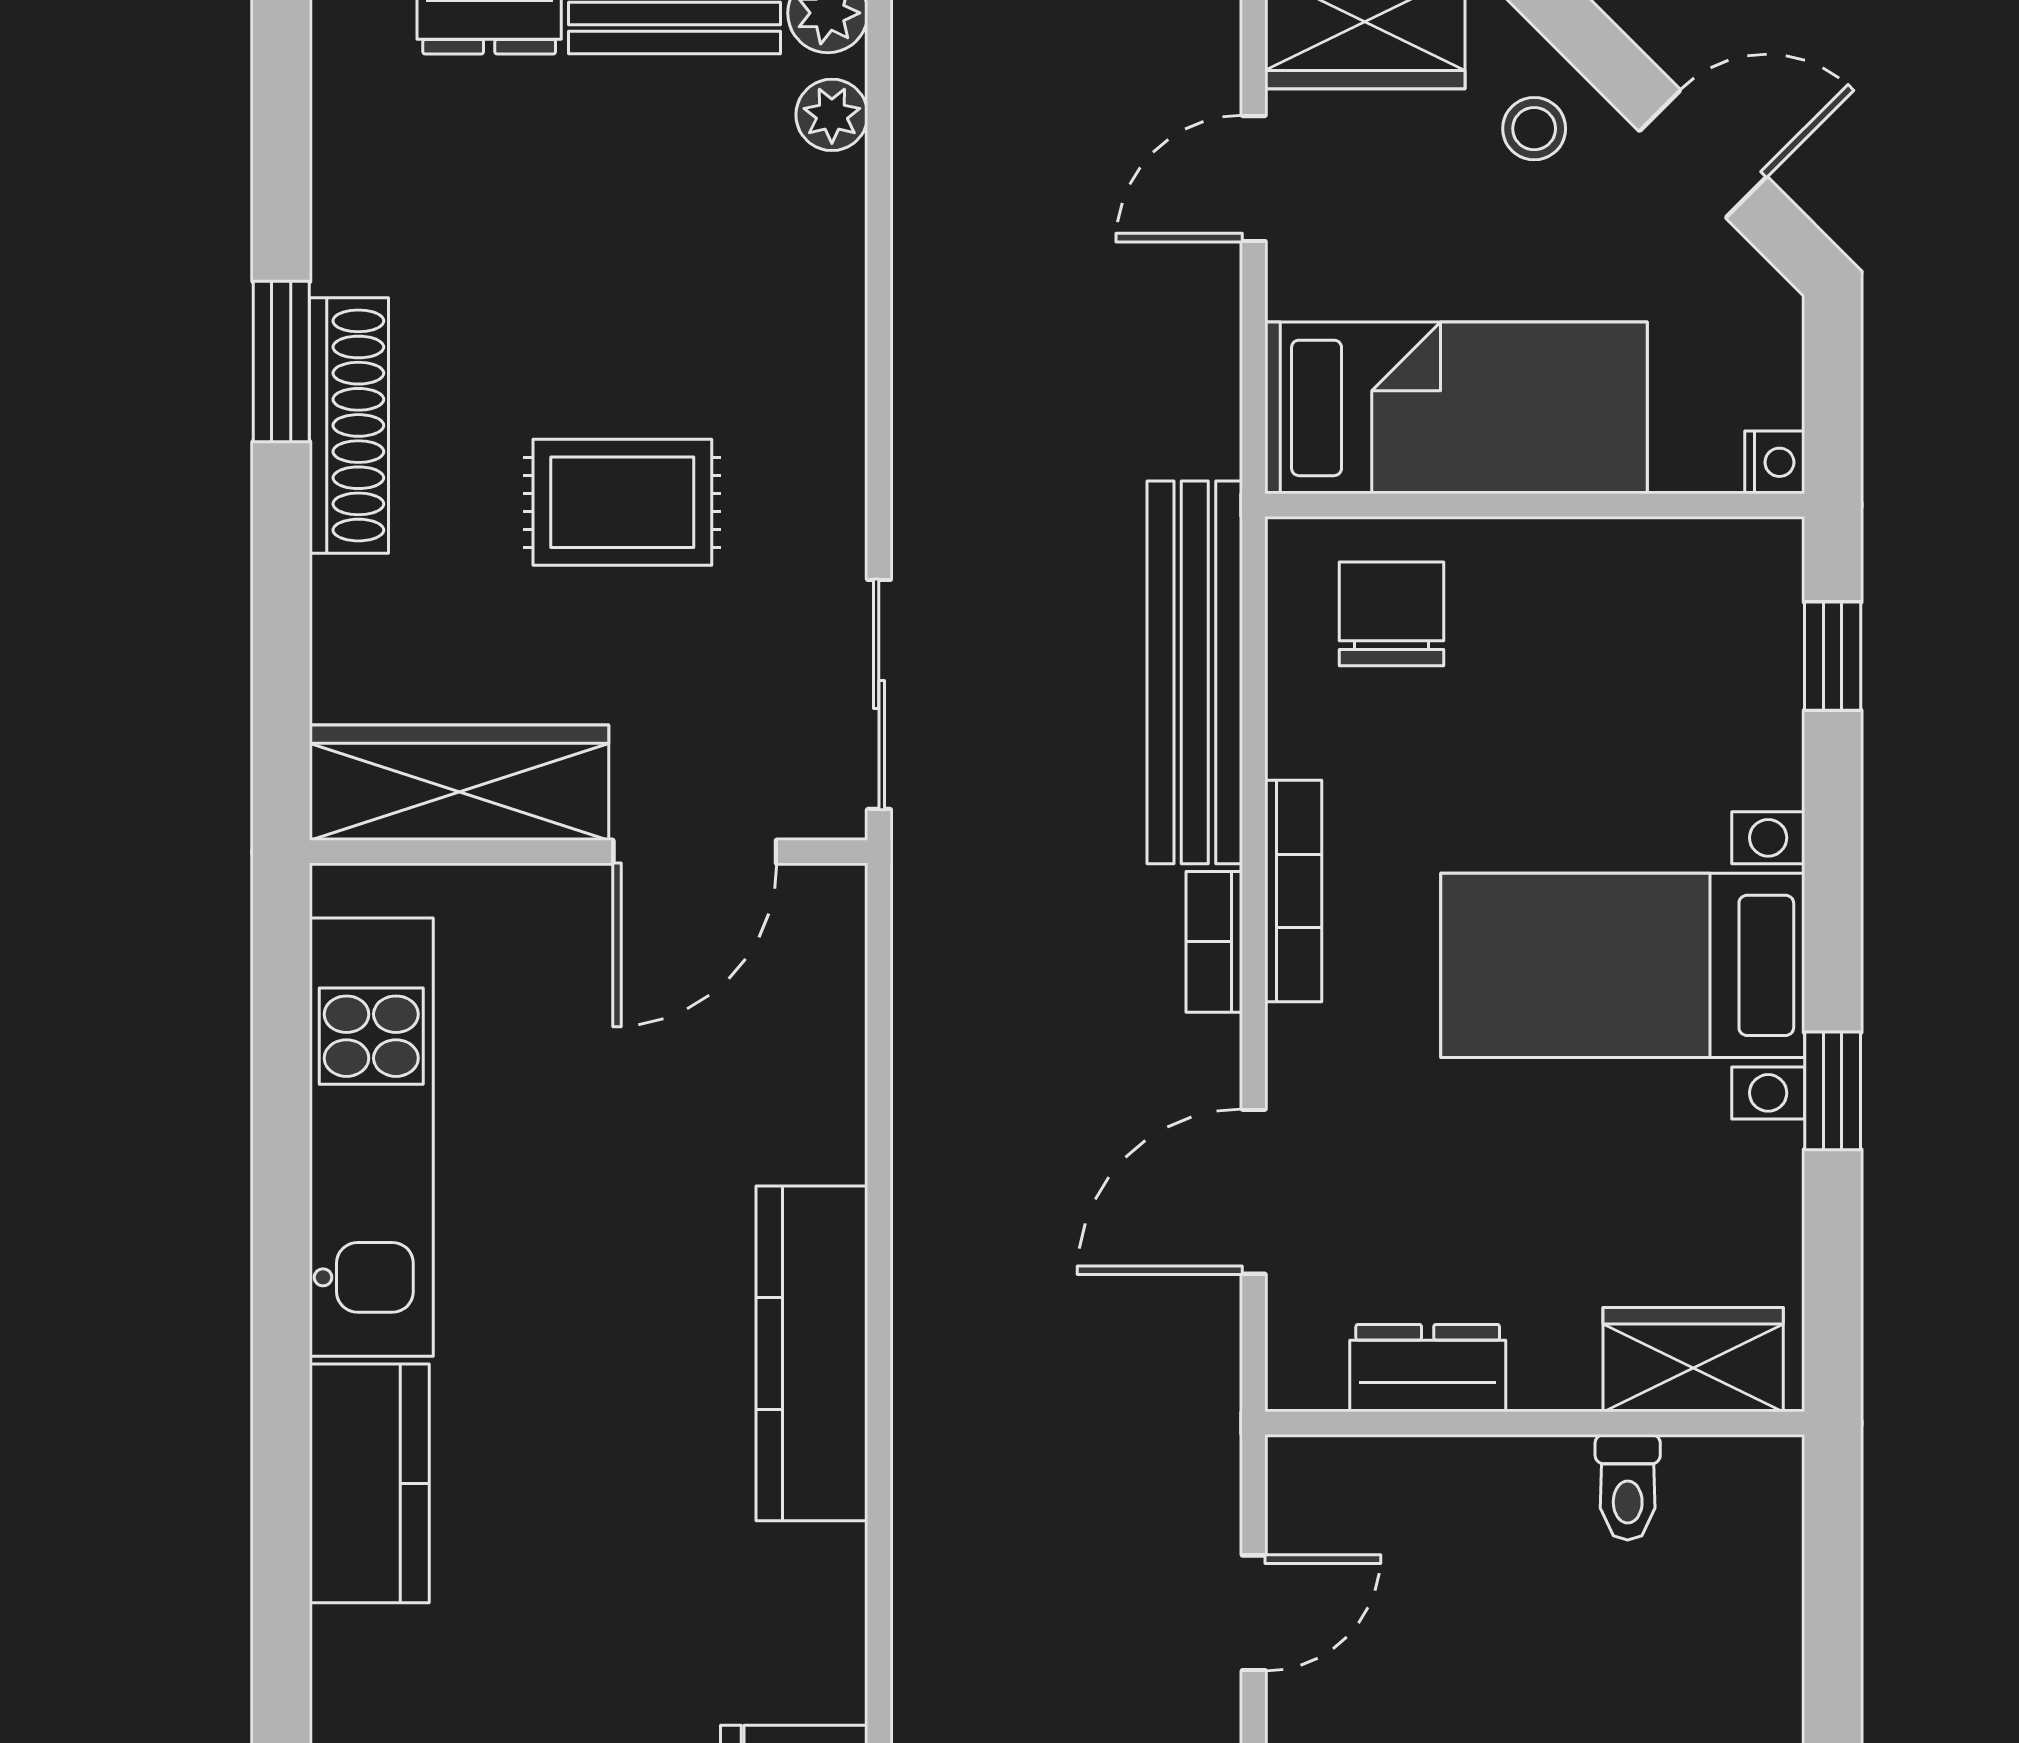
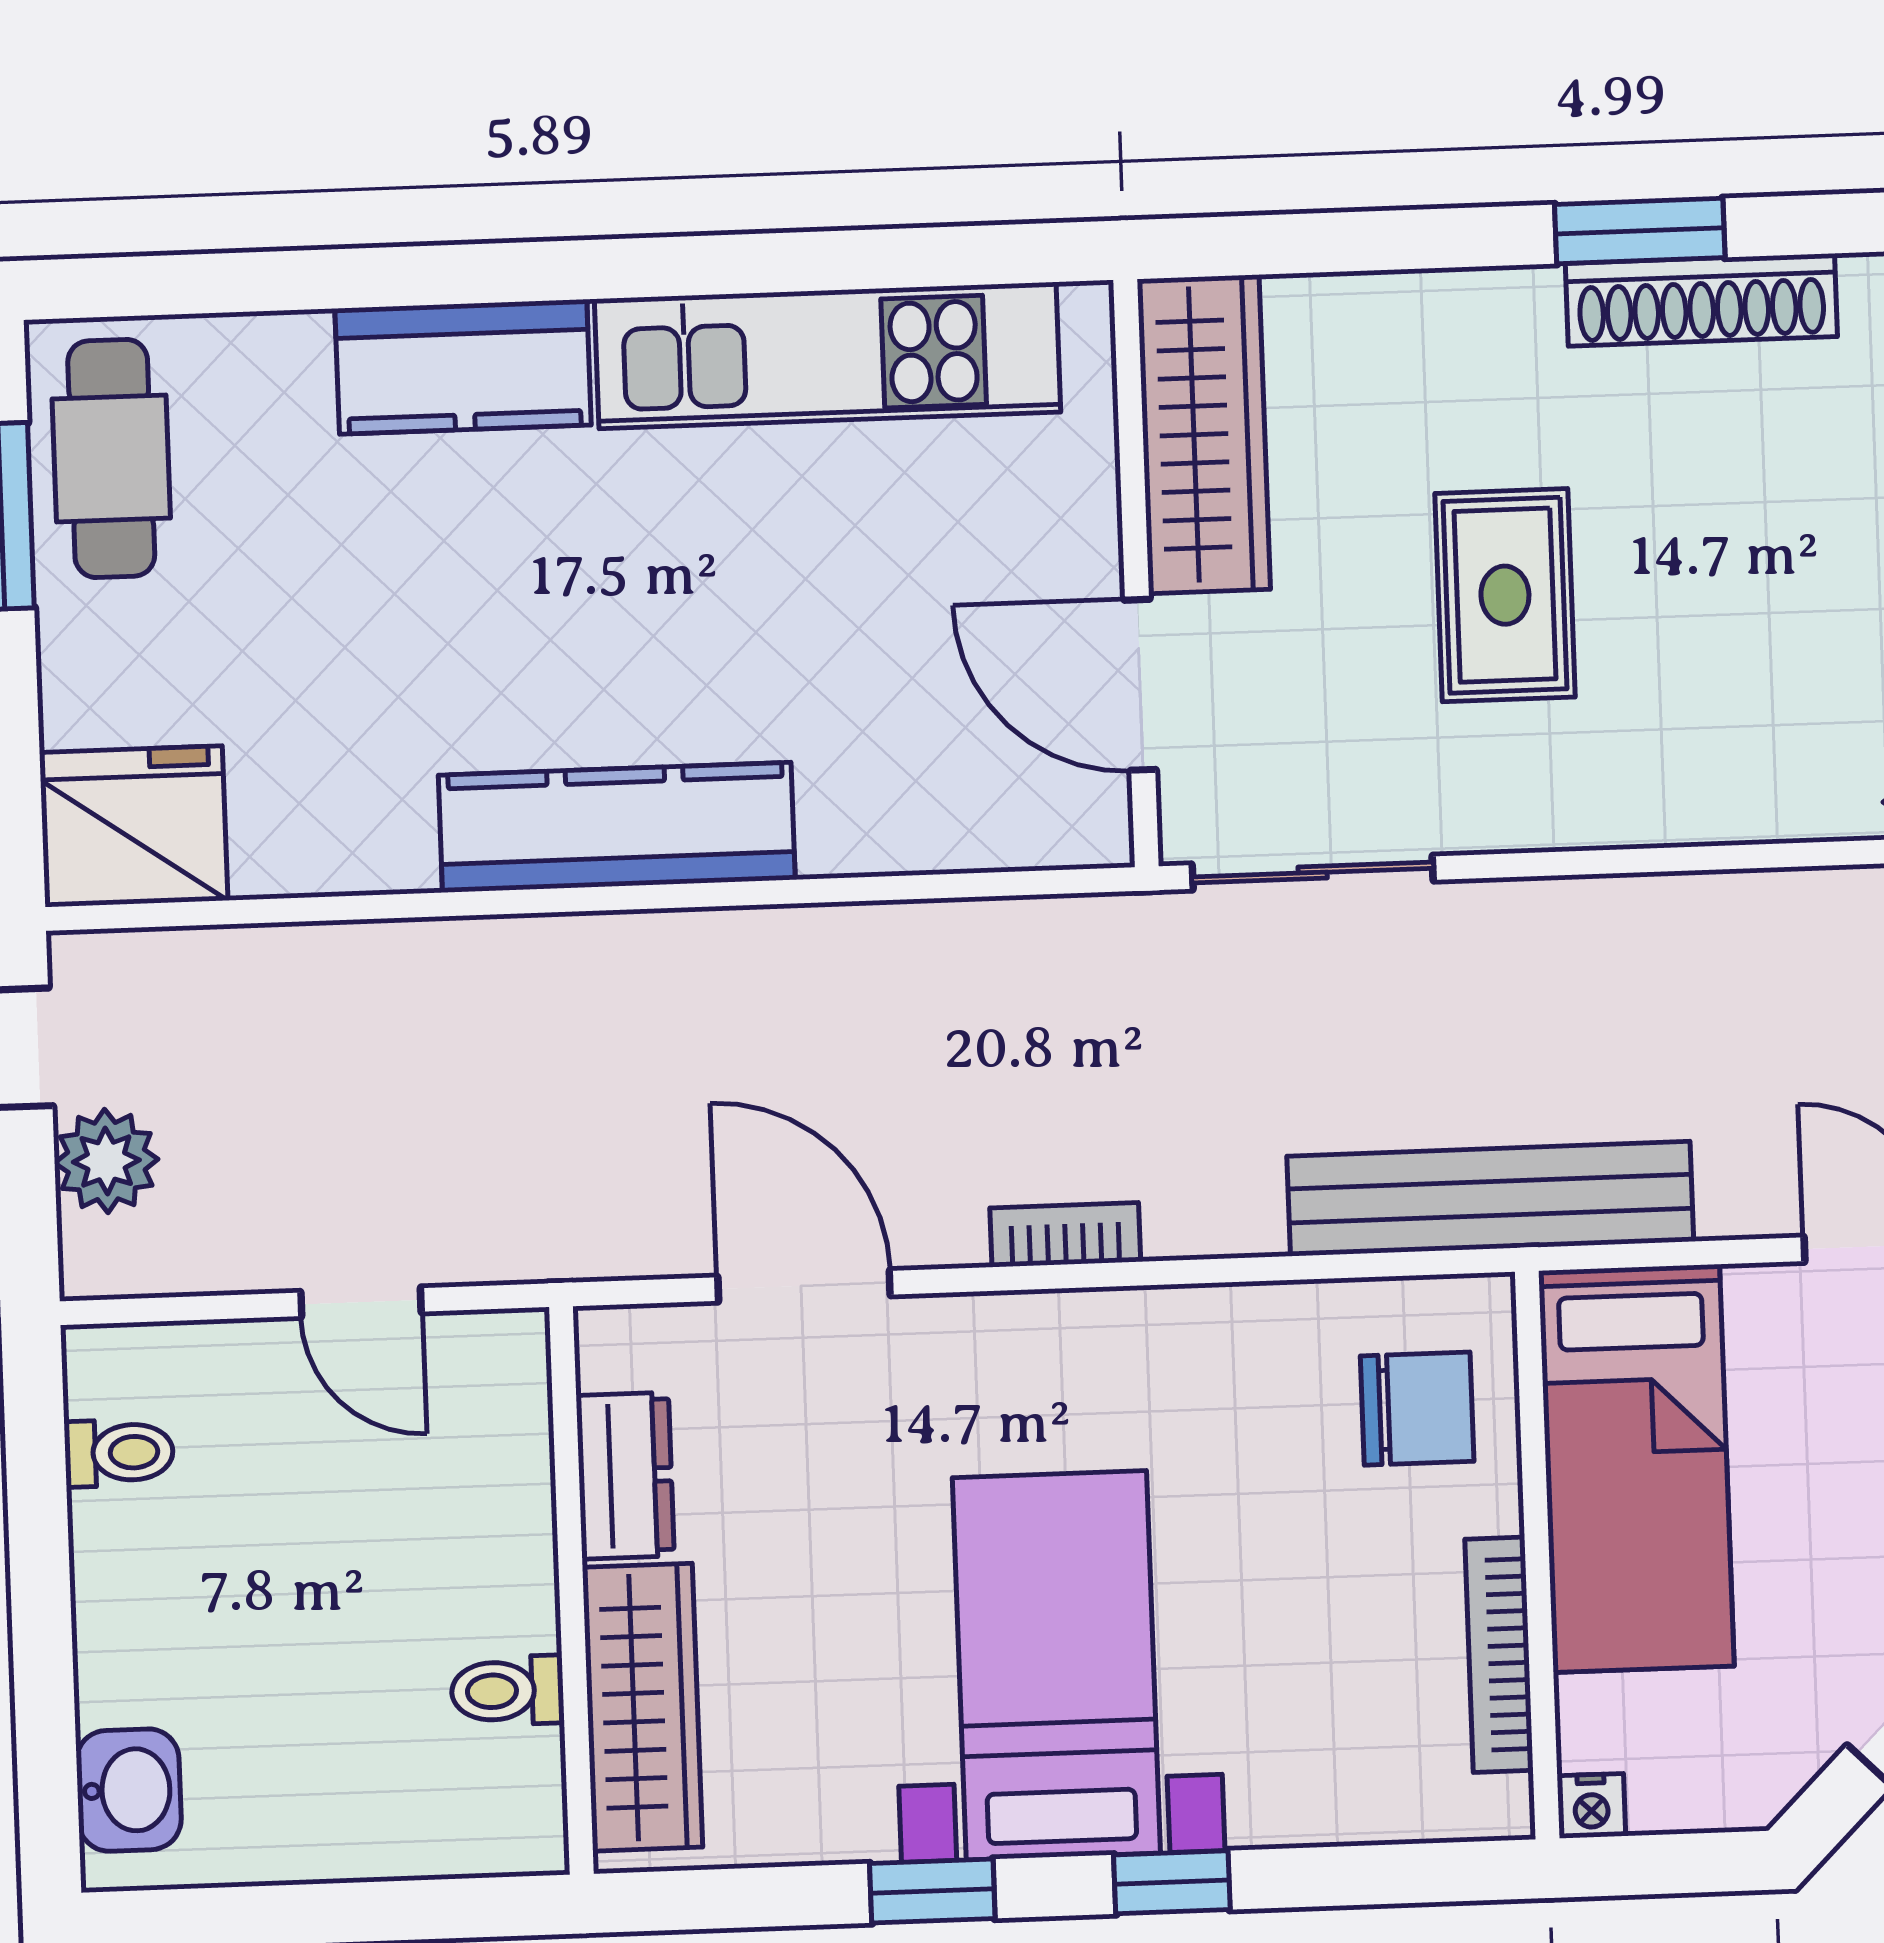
shoe rack: (349, 425) -> (1701, 300), moved
window: (1833, 656) -> (1172, 1882), moved
bench: (1195, 672) -> (1490, 1199), moved
bookcase: (1293, 891) -> (1499, 1655), moved, turned 90
wardrobe: (1693, 1360) -> (643, 1707), width x1.50

